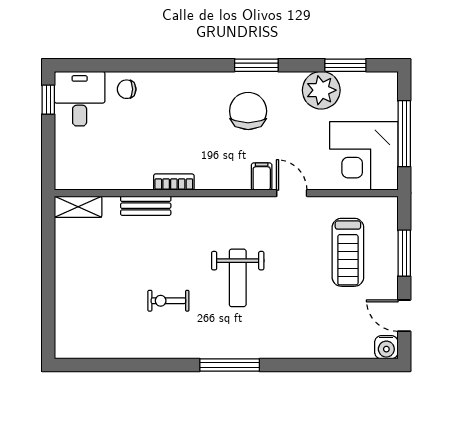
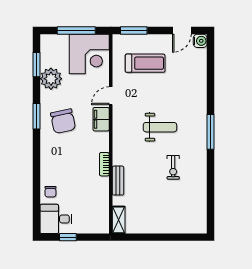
window: (48, 100) -> (68, 237), moved
chair: (248, 111) -> (63, 121), turned -102
filing cabinet: (262, 177) -> (101, 119), width x2.00
window: (404, 253) -> (134, 31), moved

